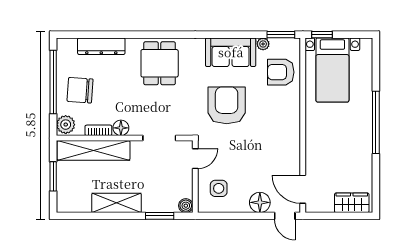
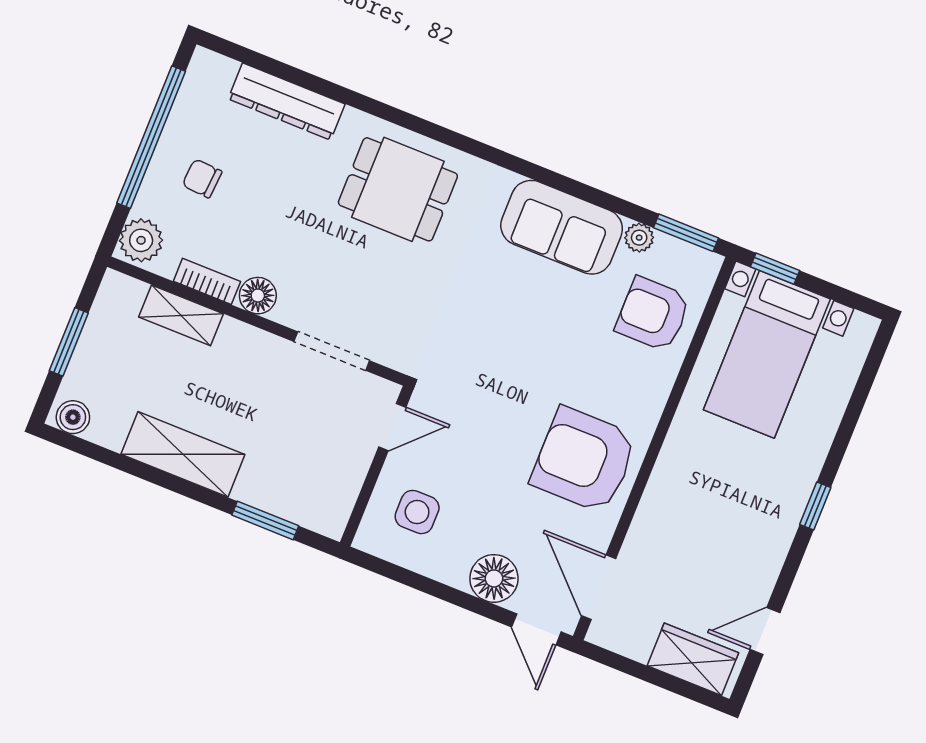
dining table: (160, 63) -> (398, 189), turned 90
chair: (80, 90) -> (202, 178), width x0.54, depth x0.54
armchair: (227, 105) -> (584, 460), moved, turned -90
window: (376, 122) -> (815, 506), width x0.32
shelving: (94, 150) -> (181, 315), width x0.45, depth x0.75
door: (376, 180) -> (765, 631), added
boiler: (186, 206) -> (73, 417), moved

